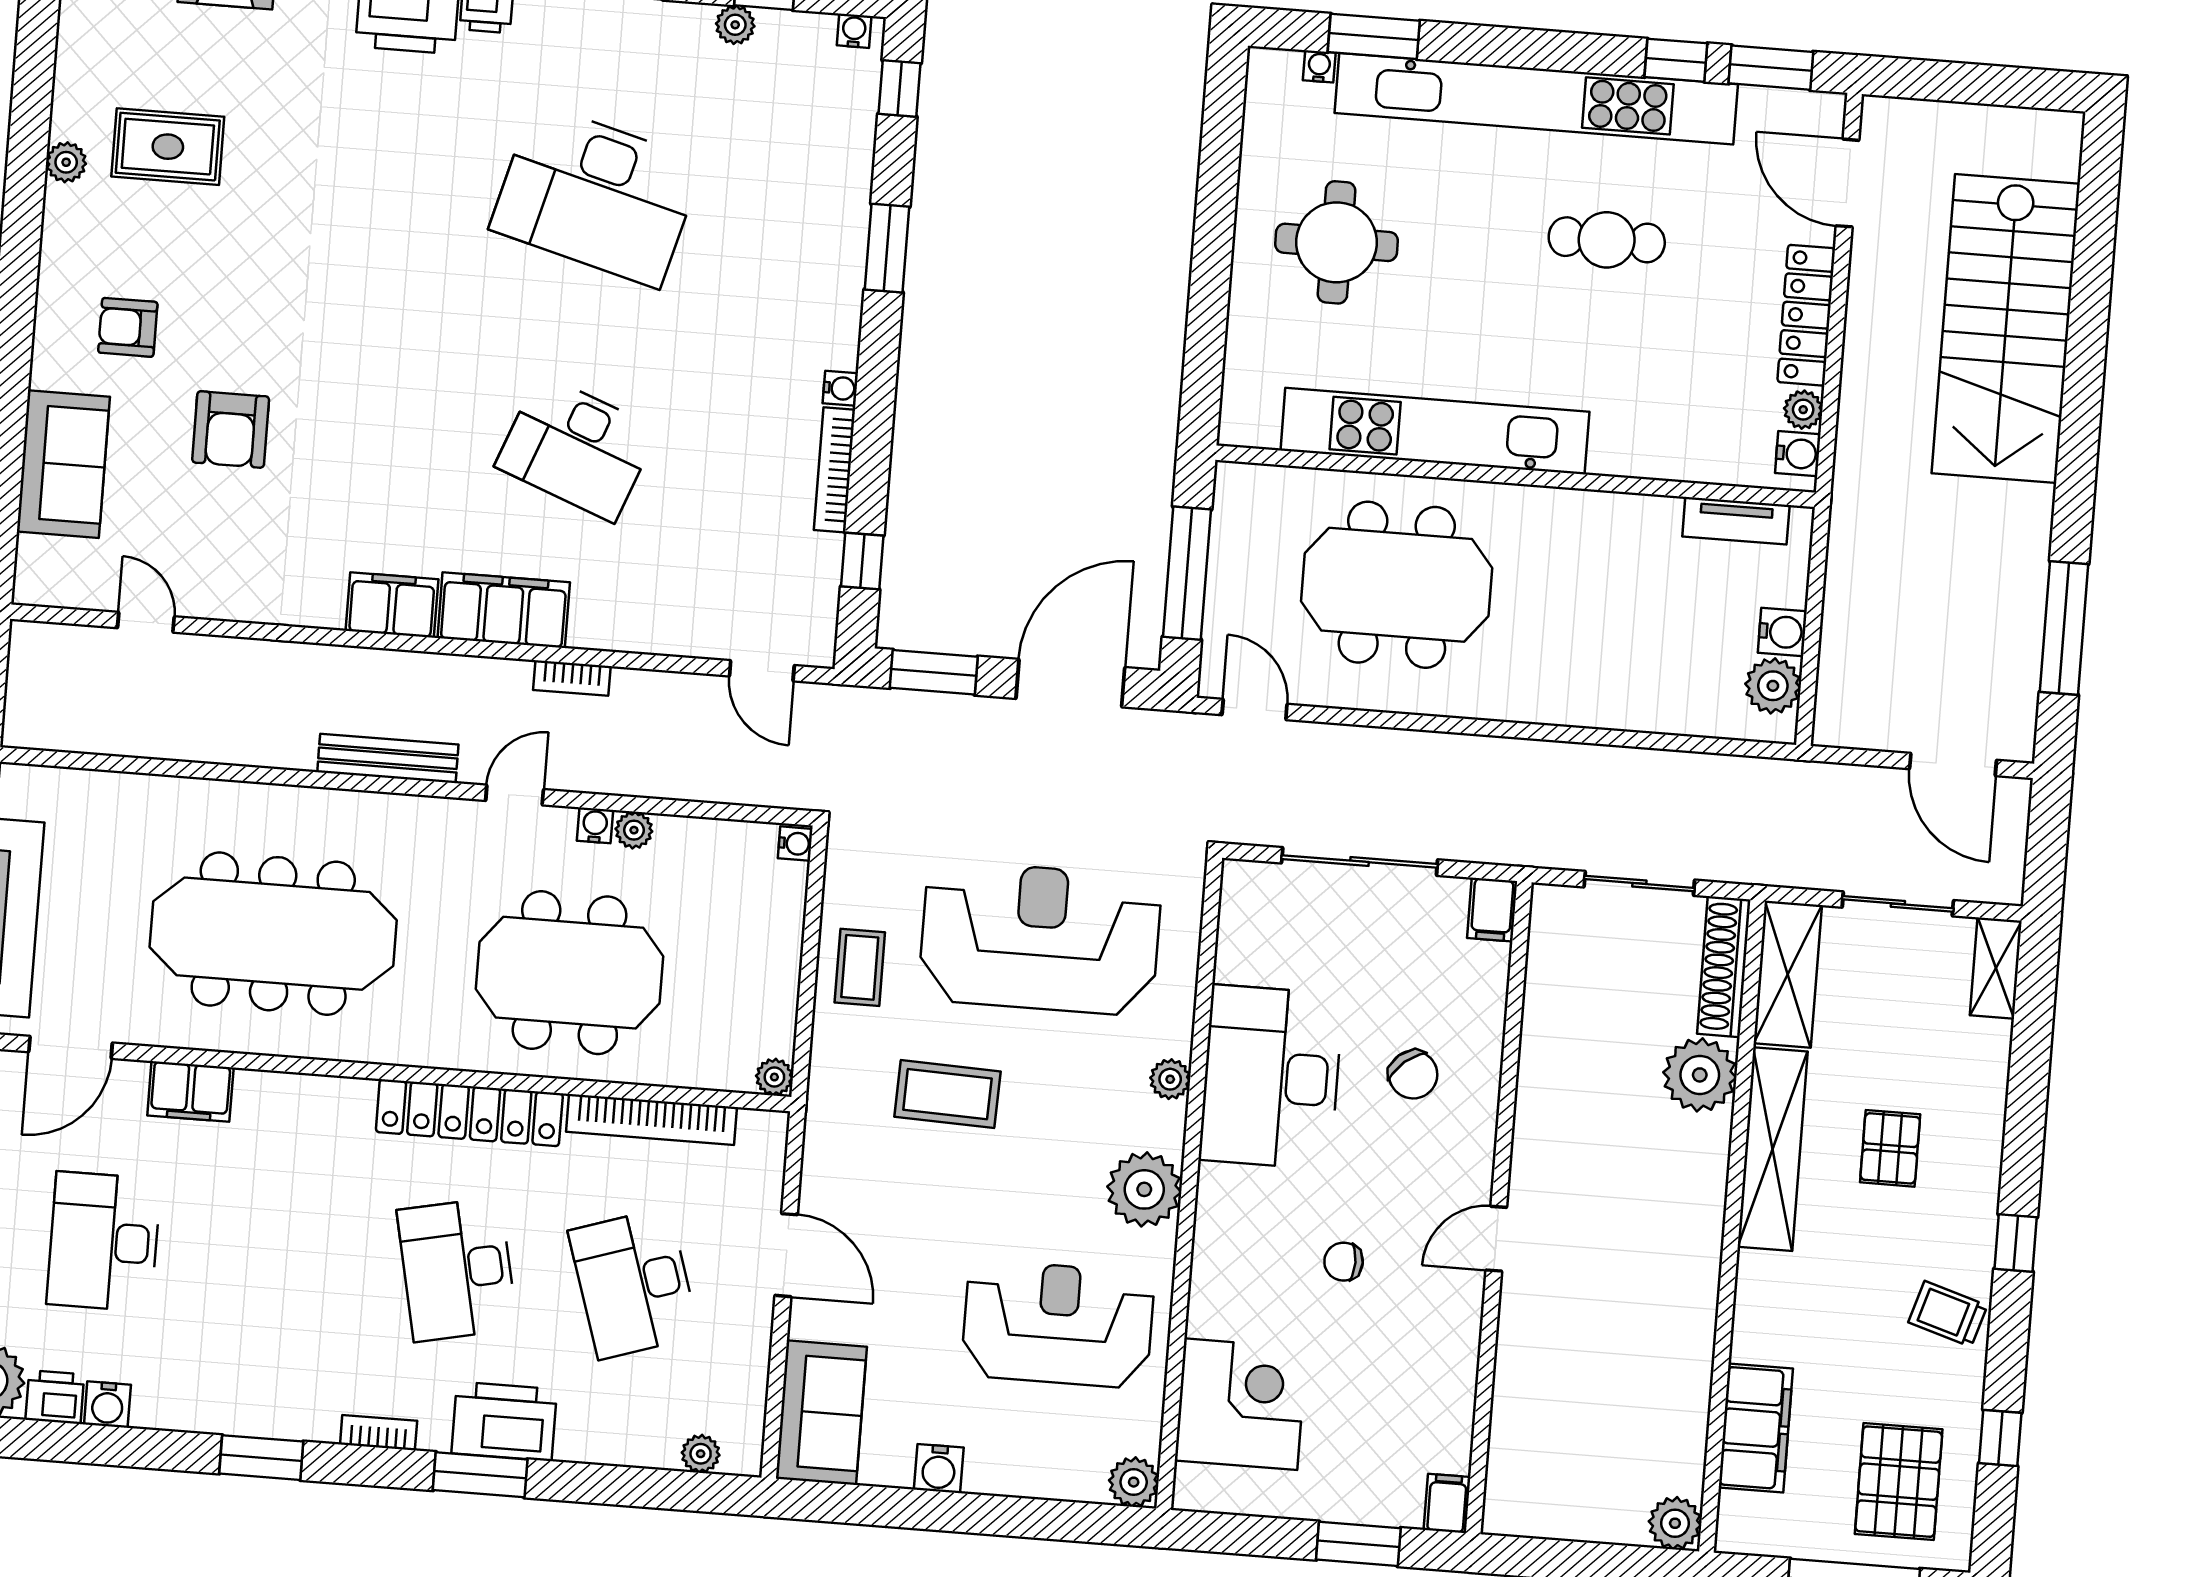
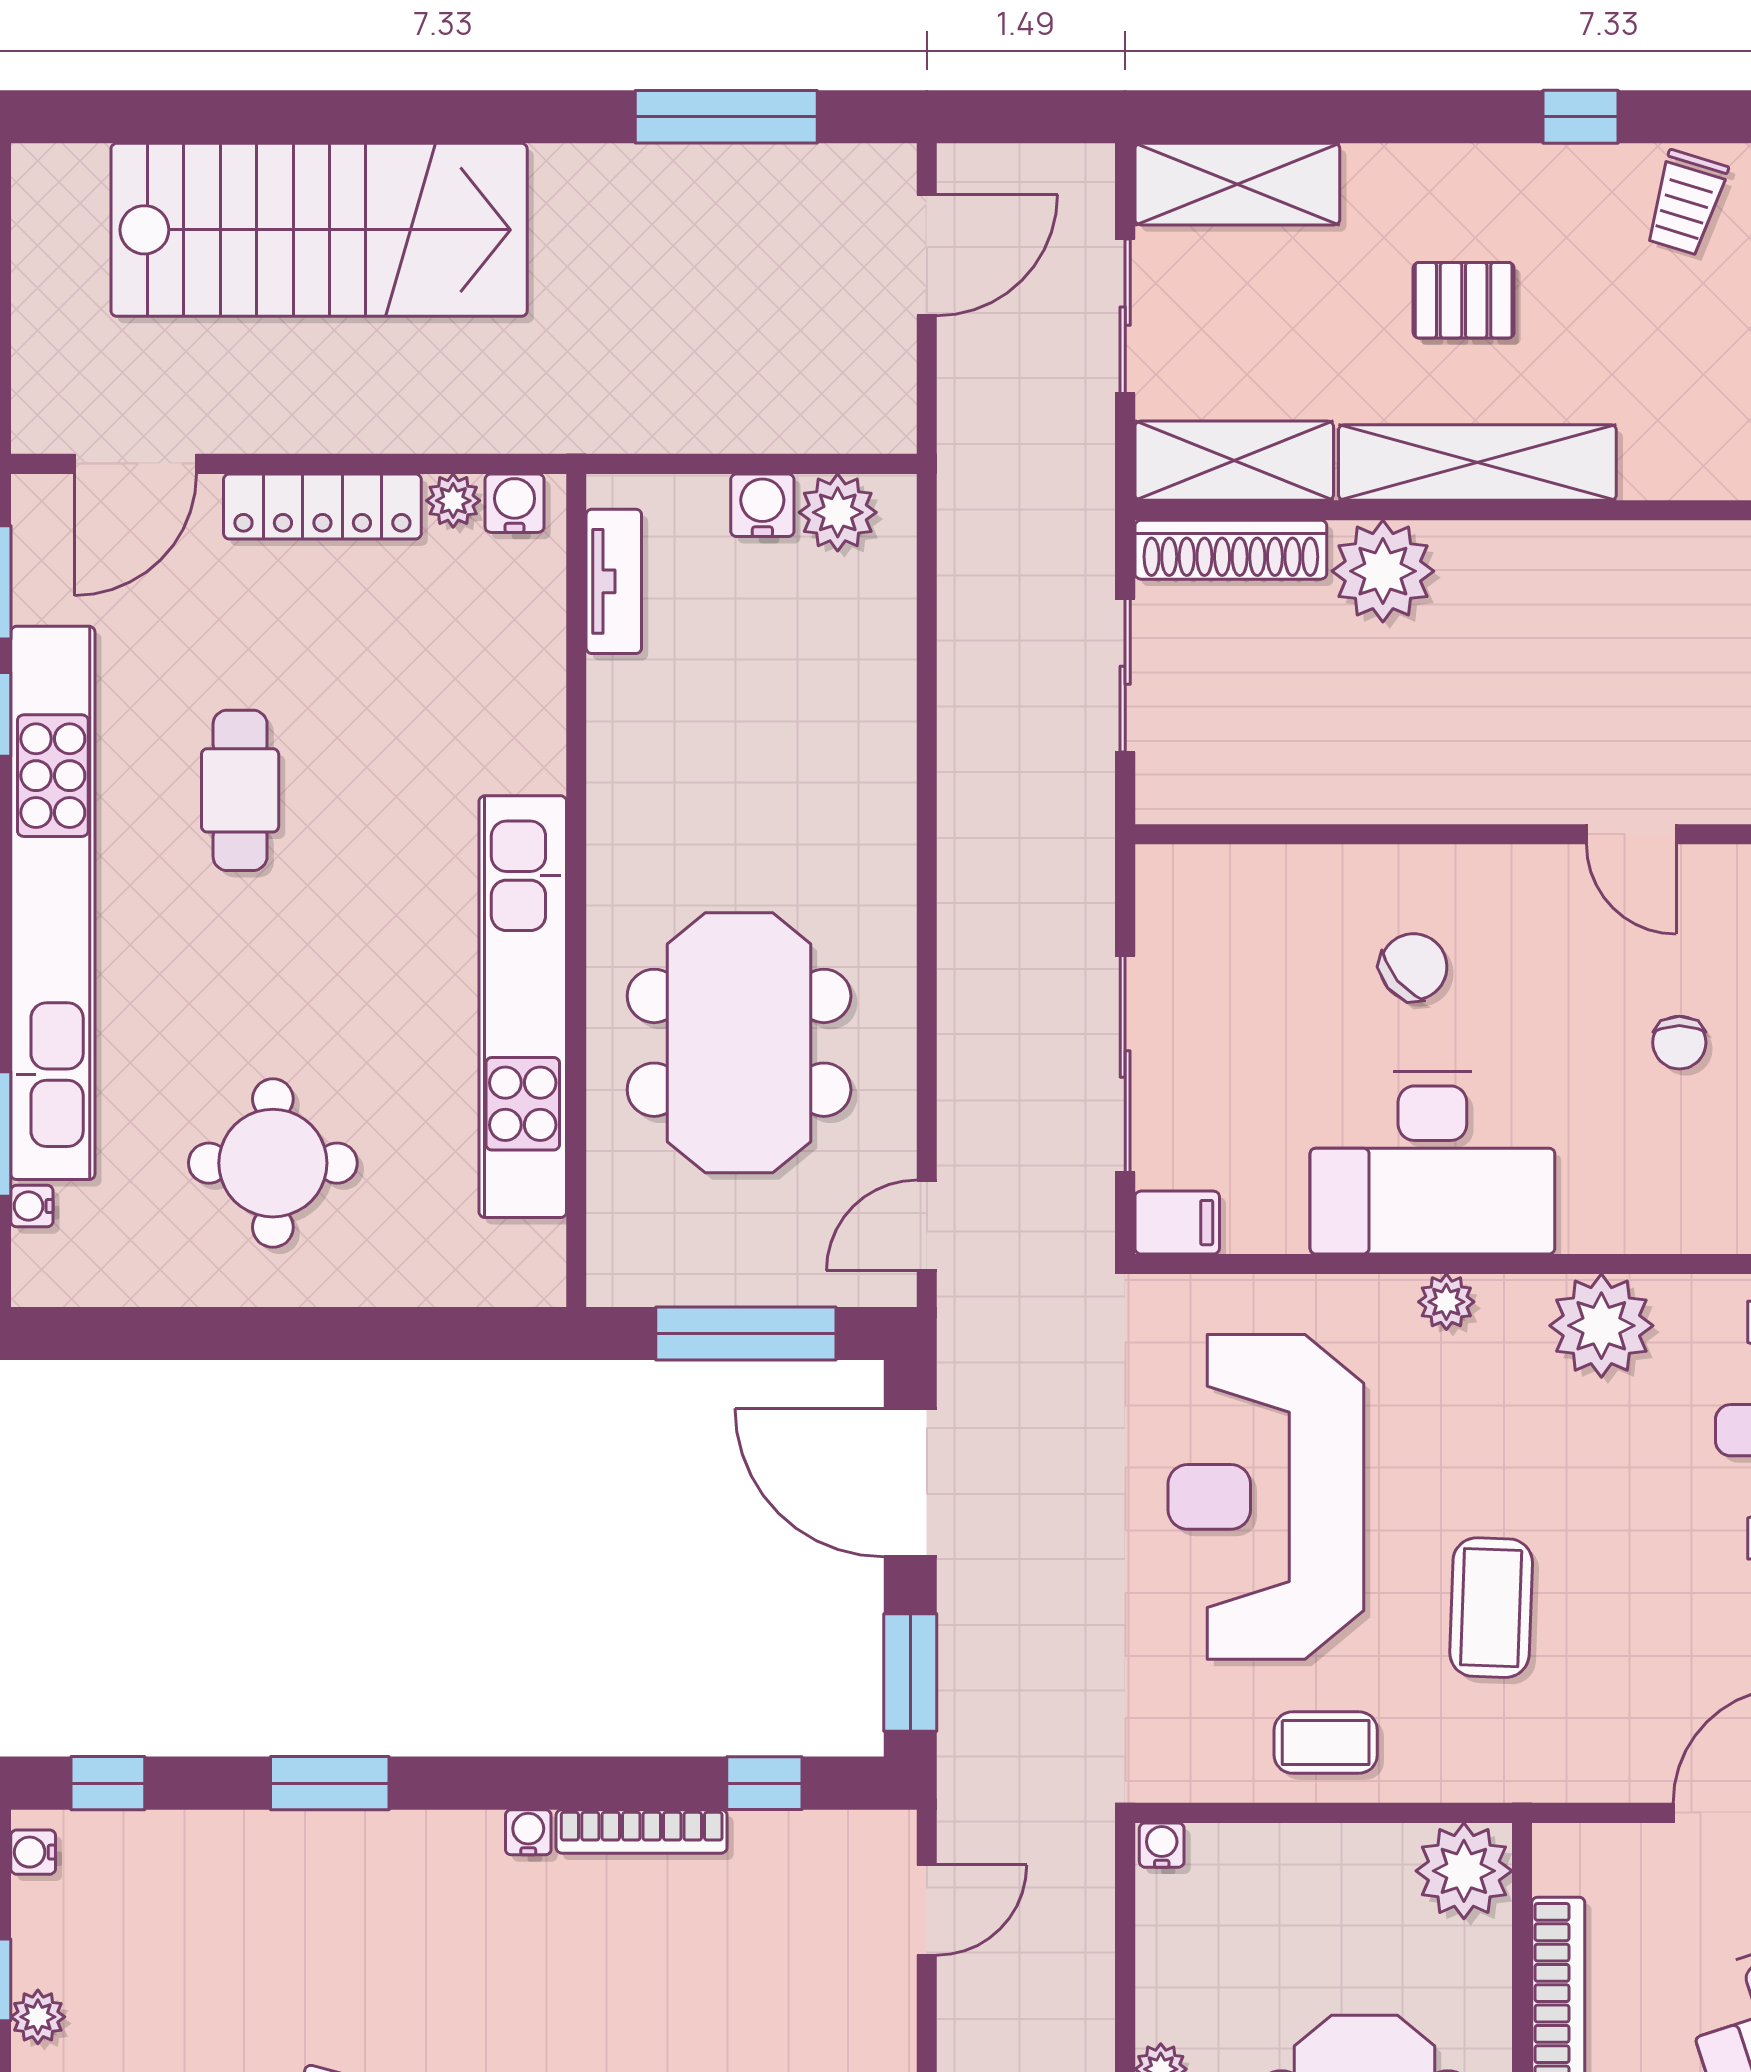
filing cabinet: (1492, 910) -> (1177, 1223), moved
shelving: (1996, 968) -> (1237, 184), width x1.50, depth x1.33
plant: (774, 1077) -> (1464, 1871), width x1.88, depth x1.88

